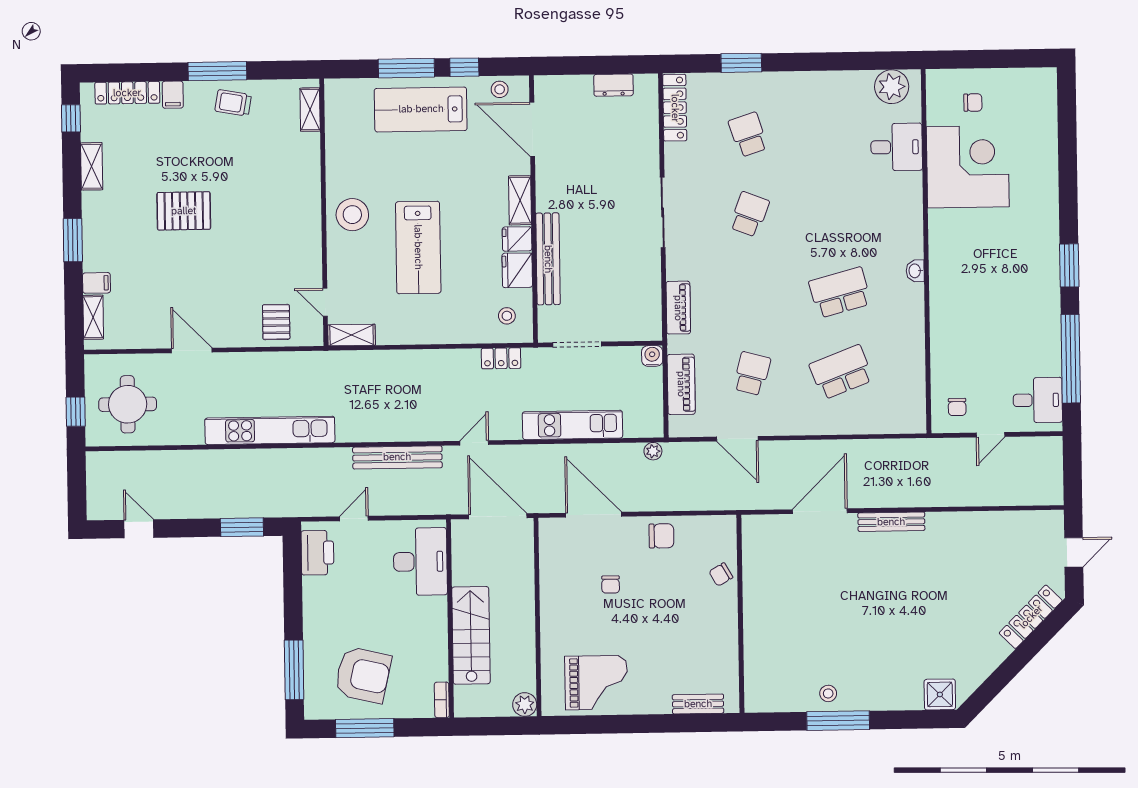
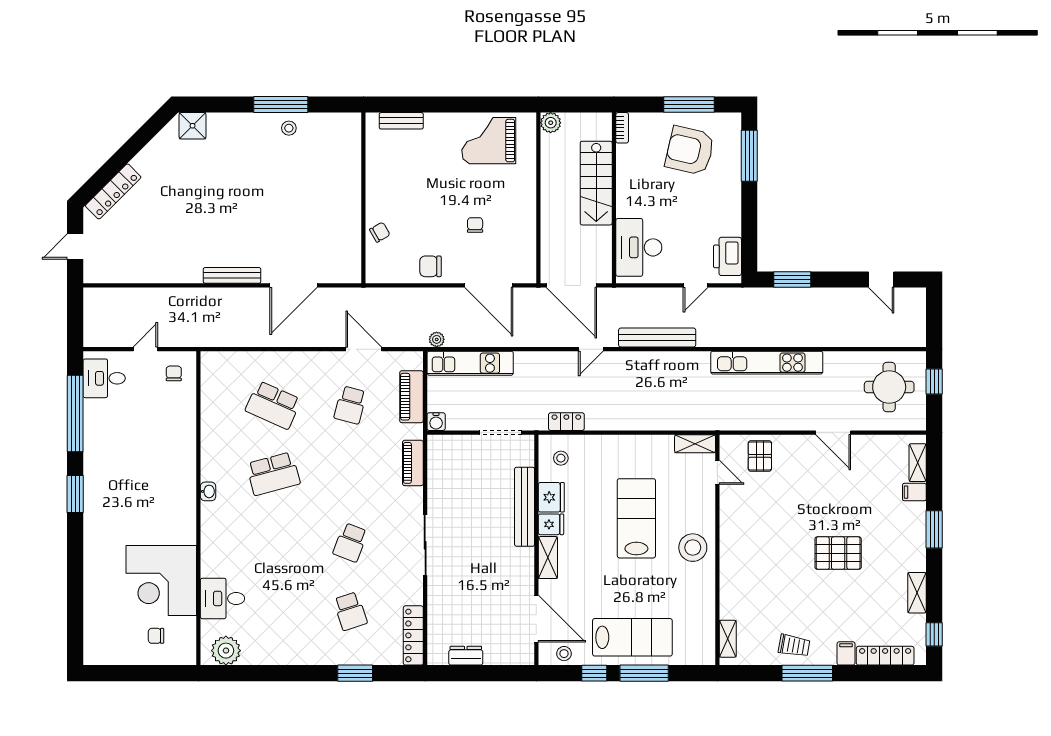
school desk: (841, 372) -> (273, 405), turned 45
kitchen unit: (572, 425) -> (470, 363), moved

